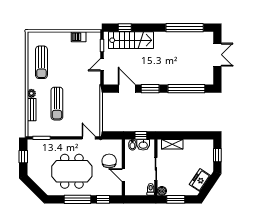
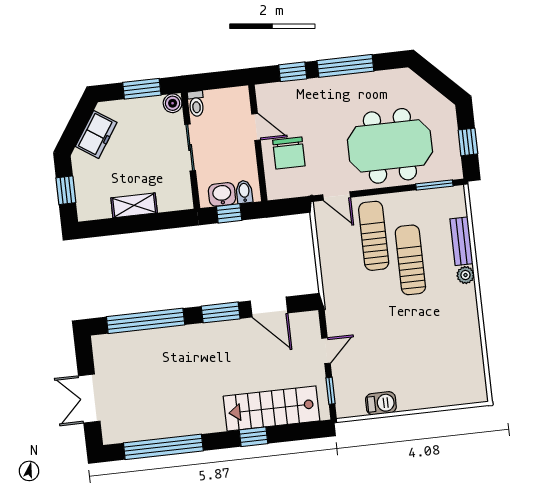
window: (125, 28) -> (253, 437), moved
sun lounger: (41, 62) -> (374, 236), moved
shelving: (172, 144) -> (134, 205), moved
meeting table: (72, 171) -> (390, 146), moved

